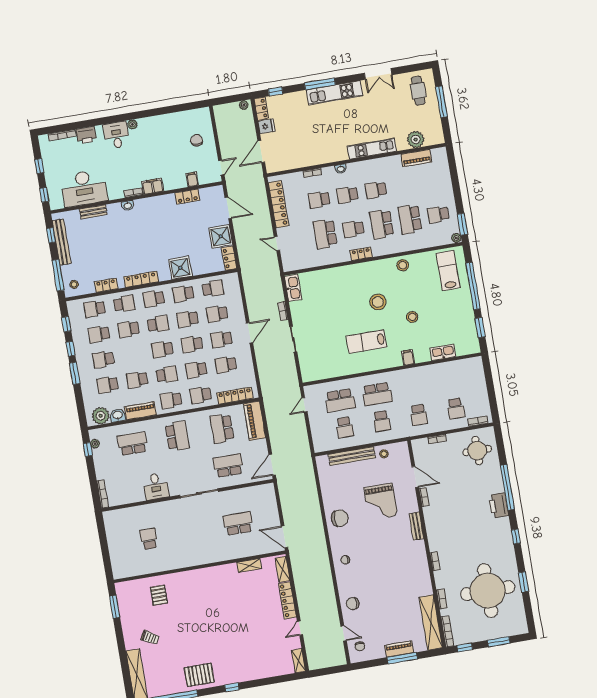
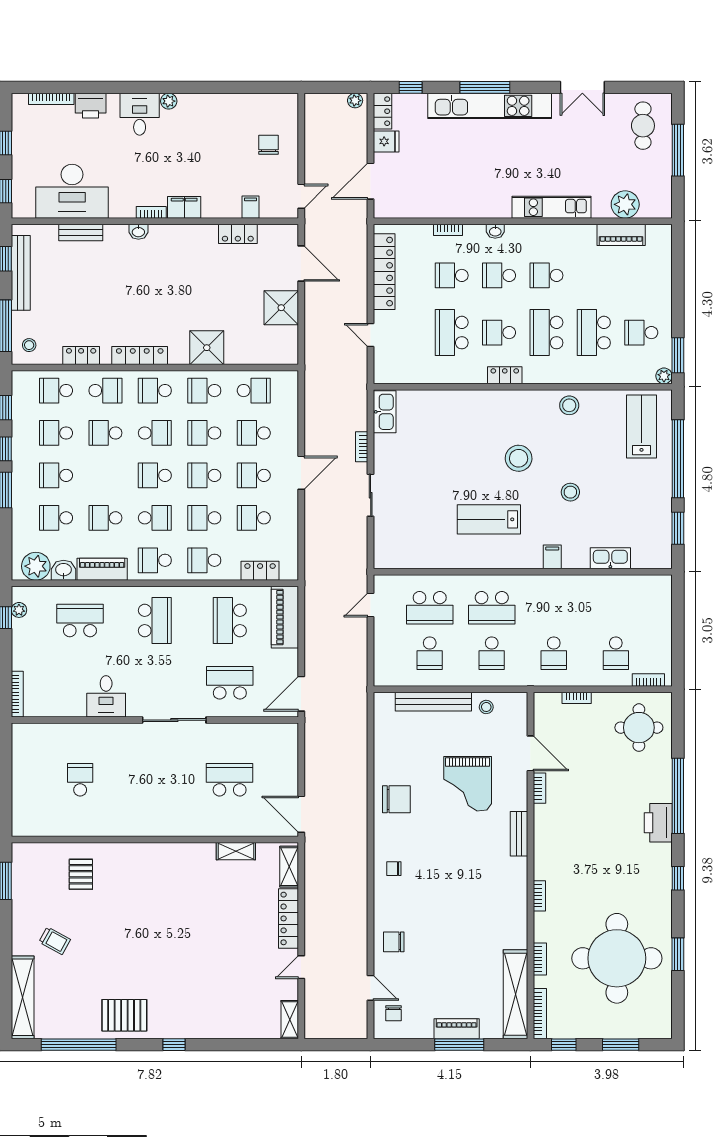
kitchen unit: (334, 93) -> (490, 106), width x1.36
locker: (229, 258) -> (289, 346), removed
locker: (235, 396) -> (260, 571), width x0.66

